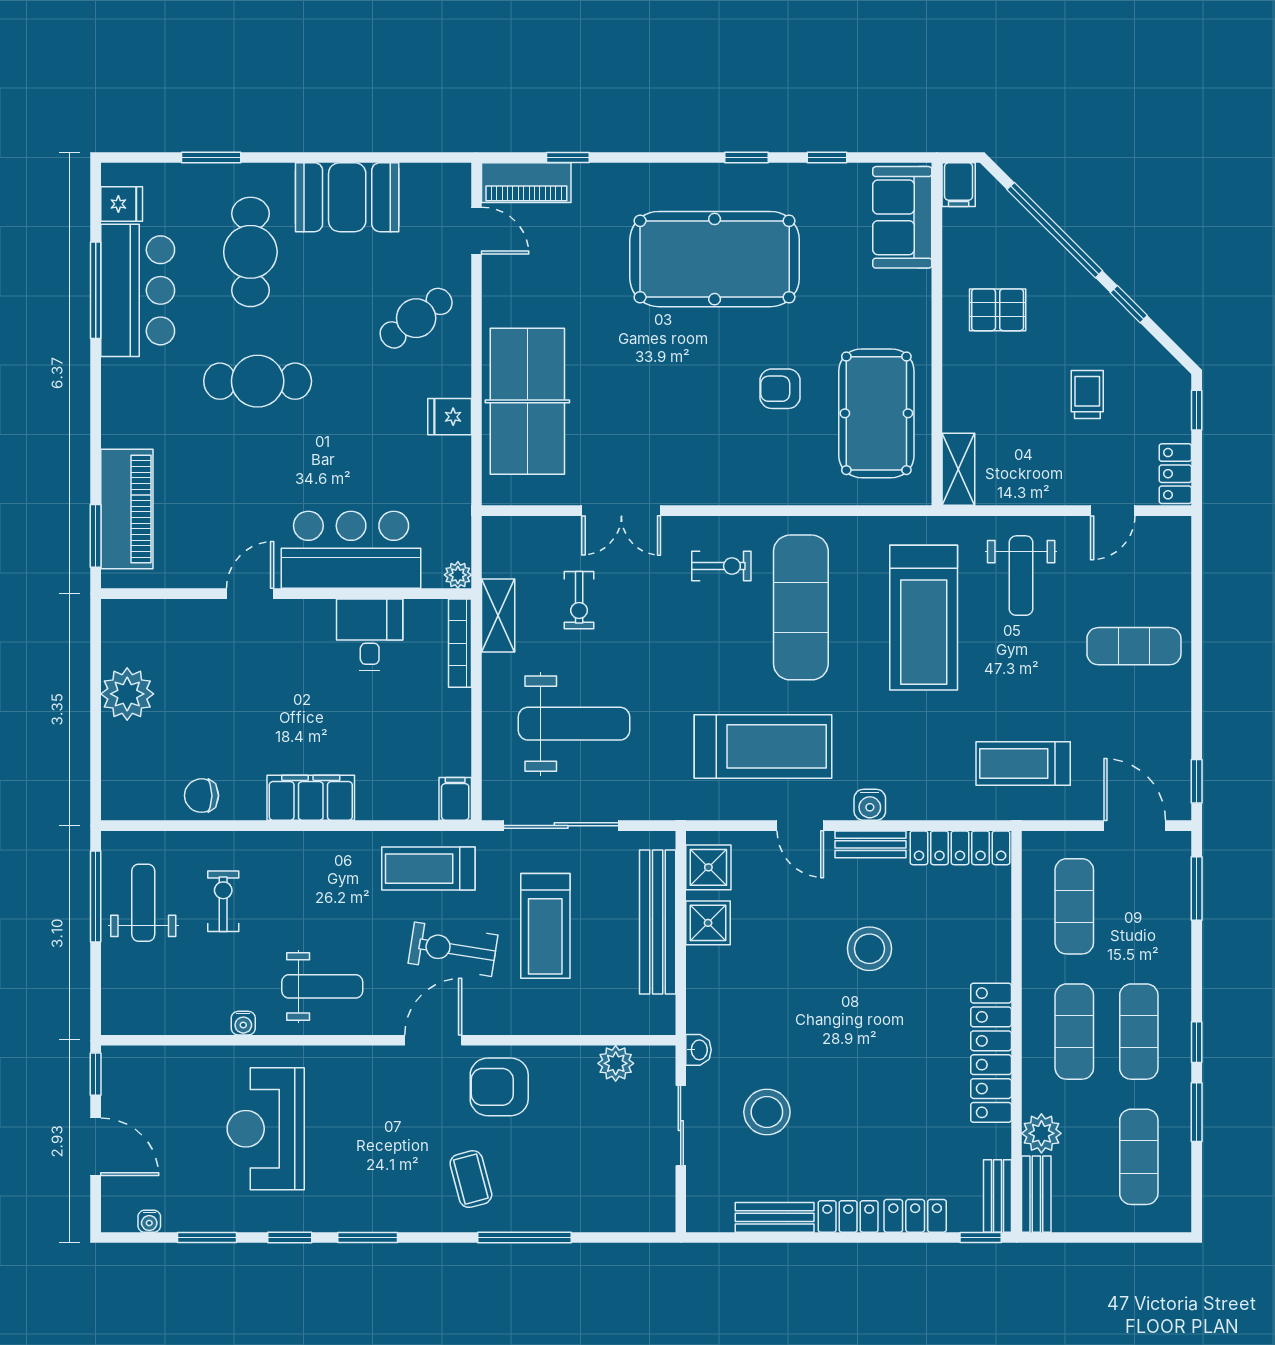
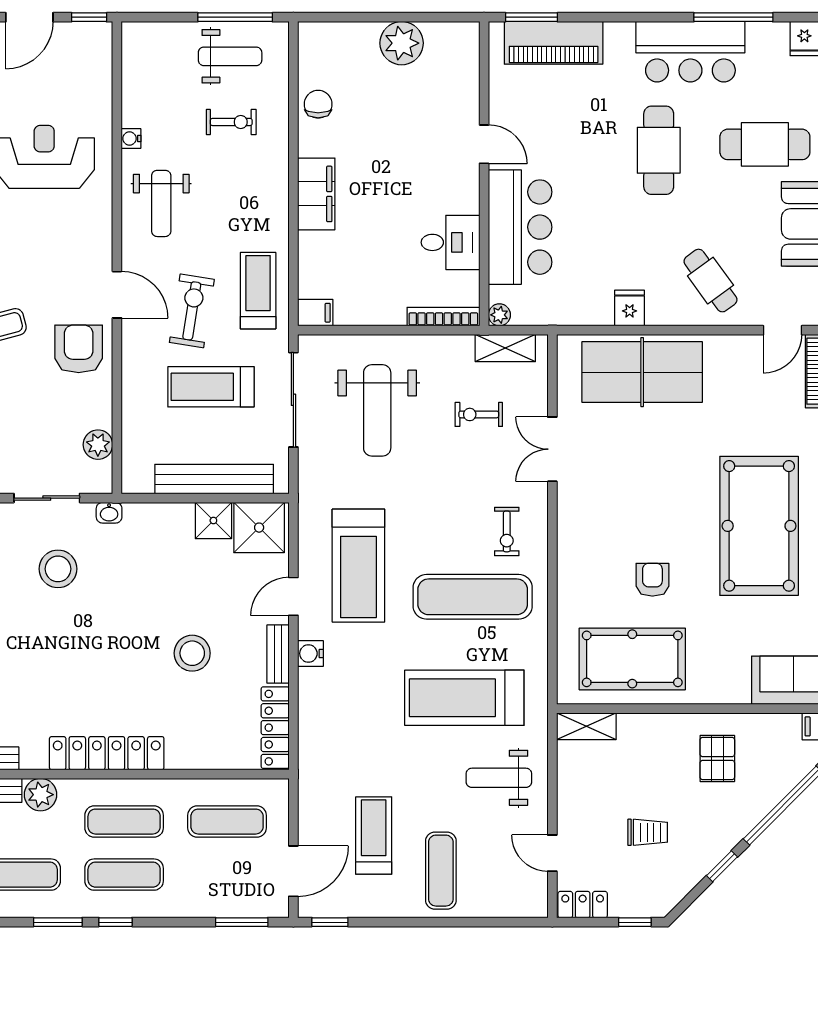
bar counter: (138, 290) -> (690, 52), moved
shelving: (498, 616) -> (505, 348), moved
treadmill: (1023, 763) -> (374, 835), moved
shower: (708, 867) -> (259, 528), width x1.36, depth x1.36

